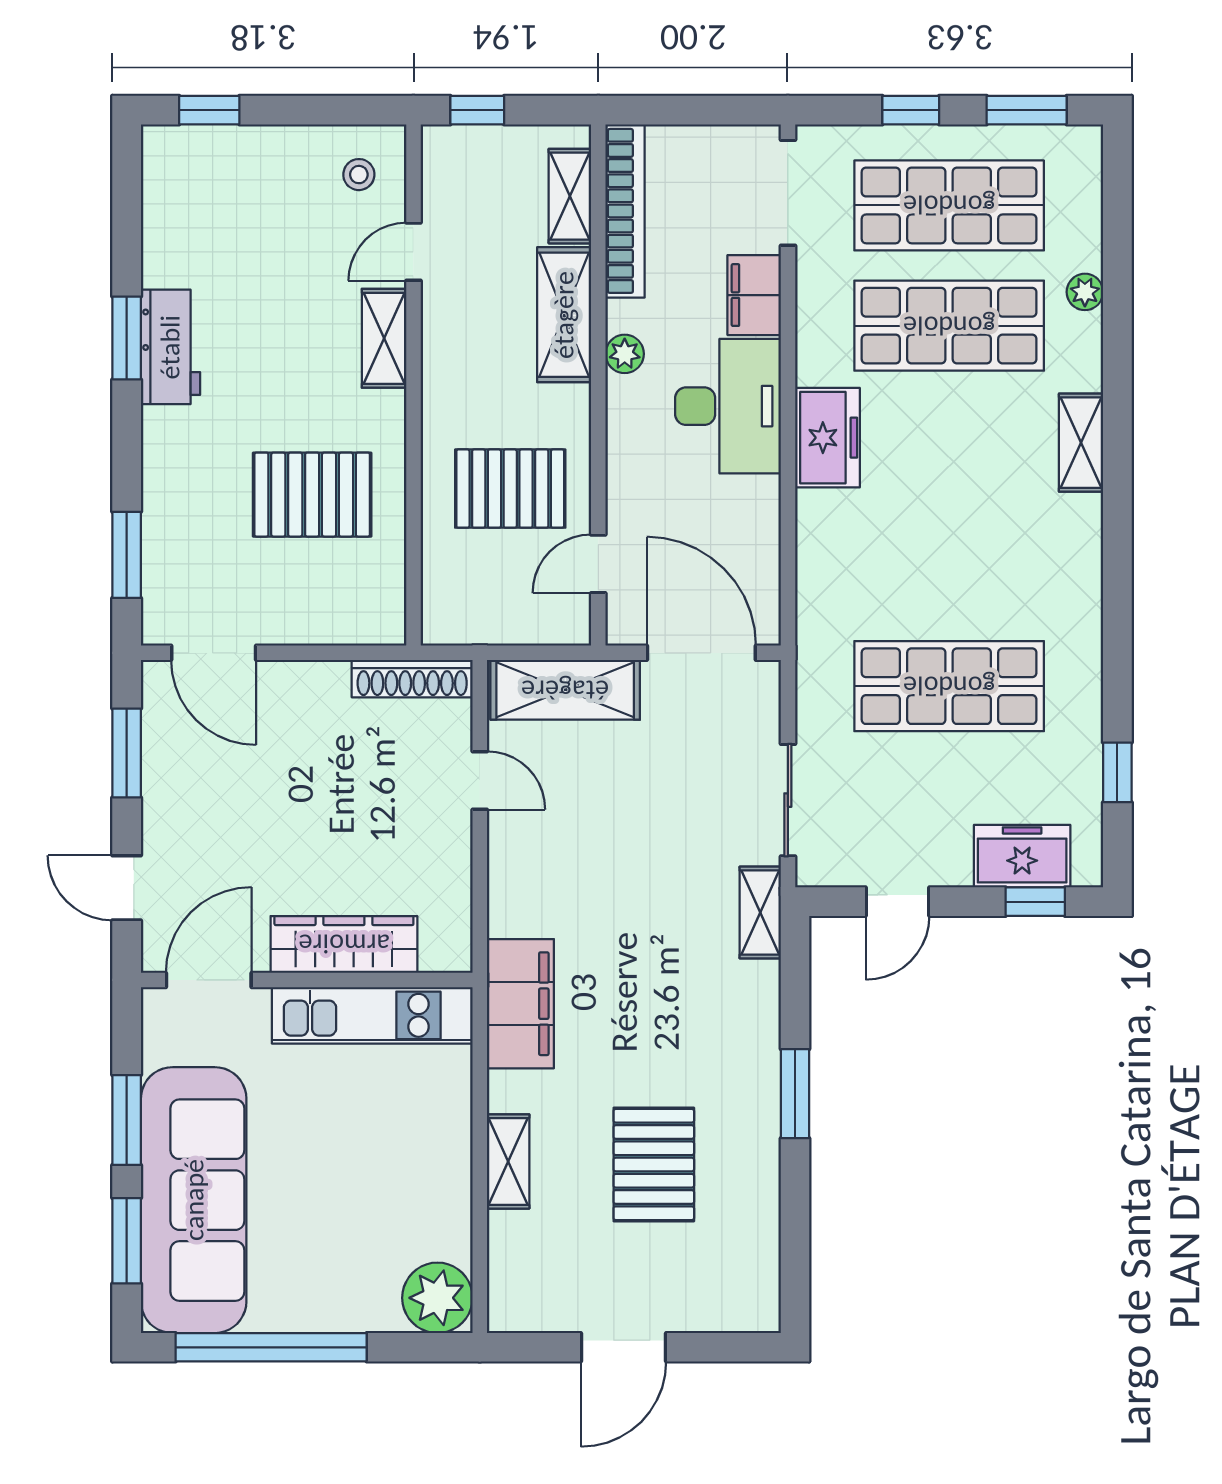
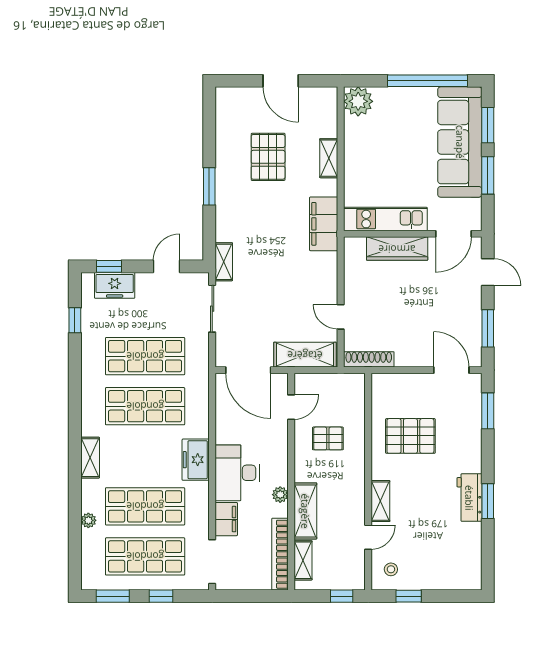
window: (209, 110) -> (409, 596), moved
pallet: (510, 489) -> (328, 438), width x0.67, depth x0.71
shop shelf: (949, 566) -> (145, 406), added
door: (624, 1347) -> (281, 81), swing flipped

